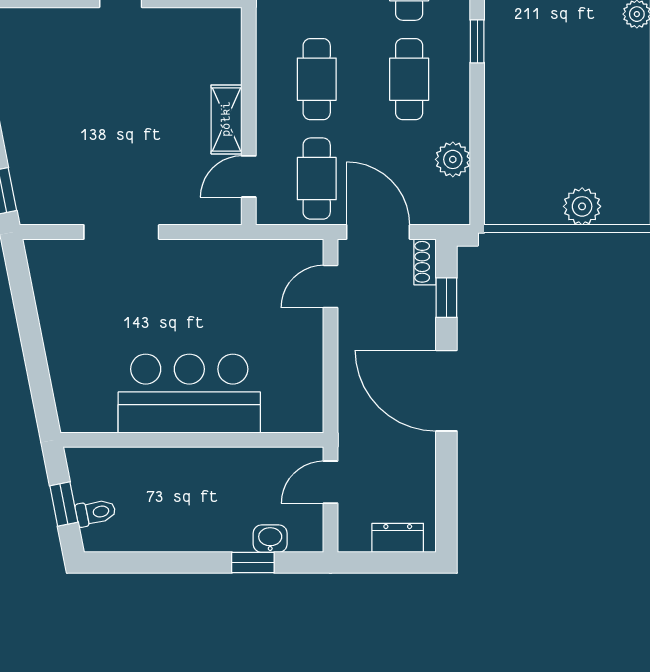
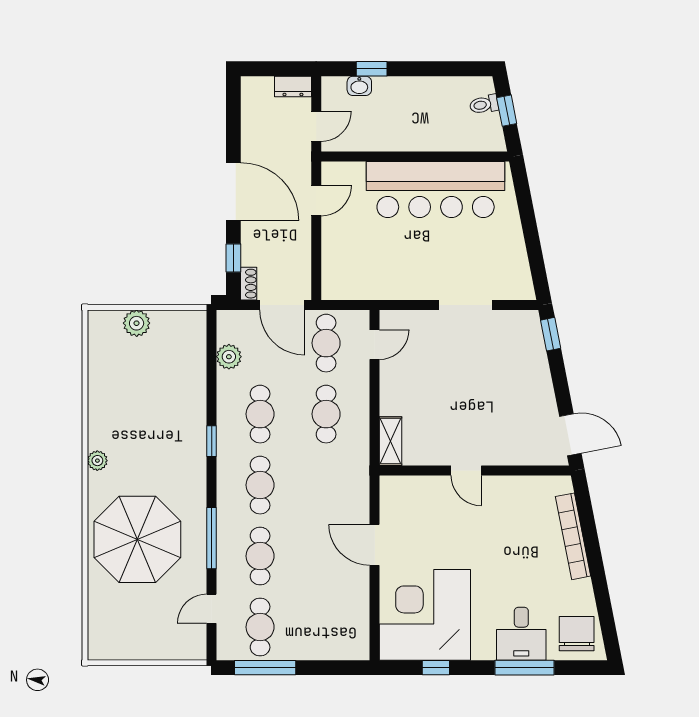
shelving: (226, 119) -> (391, 441), moved
door: (331, 286) -> (316, 201), moved
bar counter: (189, 394) -> (436, 189), width x1.36
dresser: (398, 538) -> (293, 86), moved

